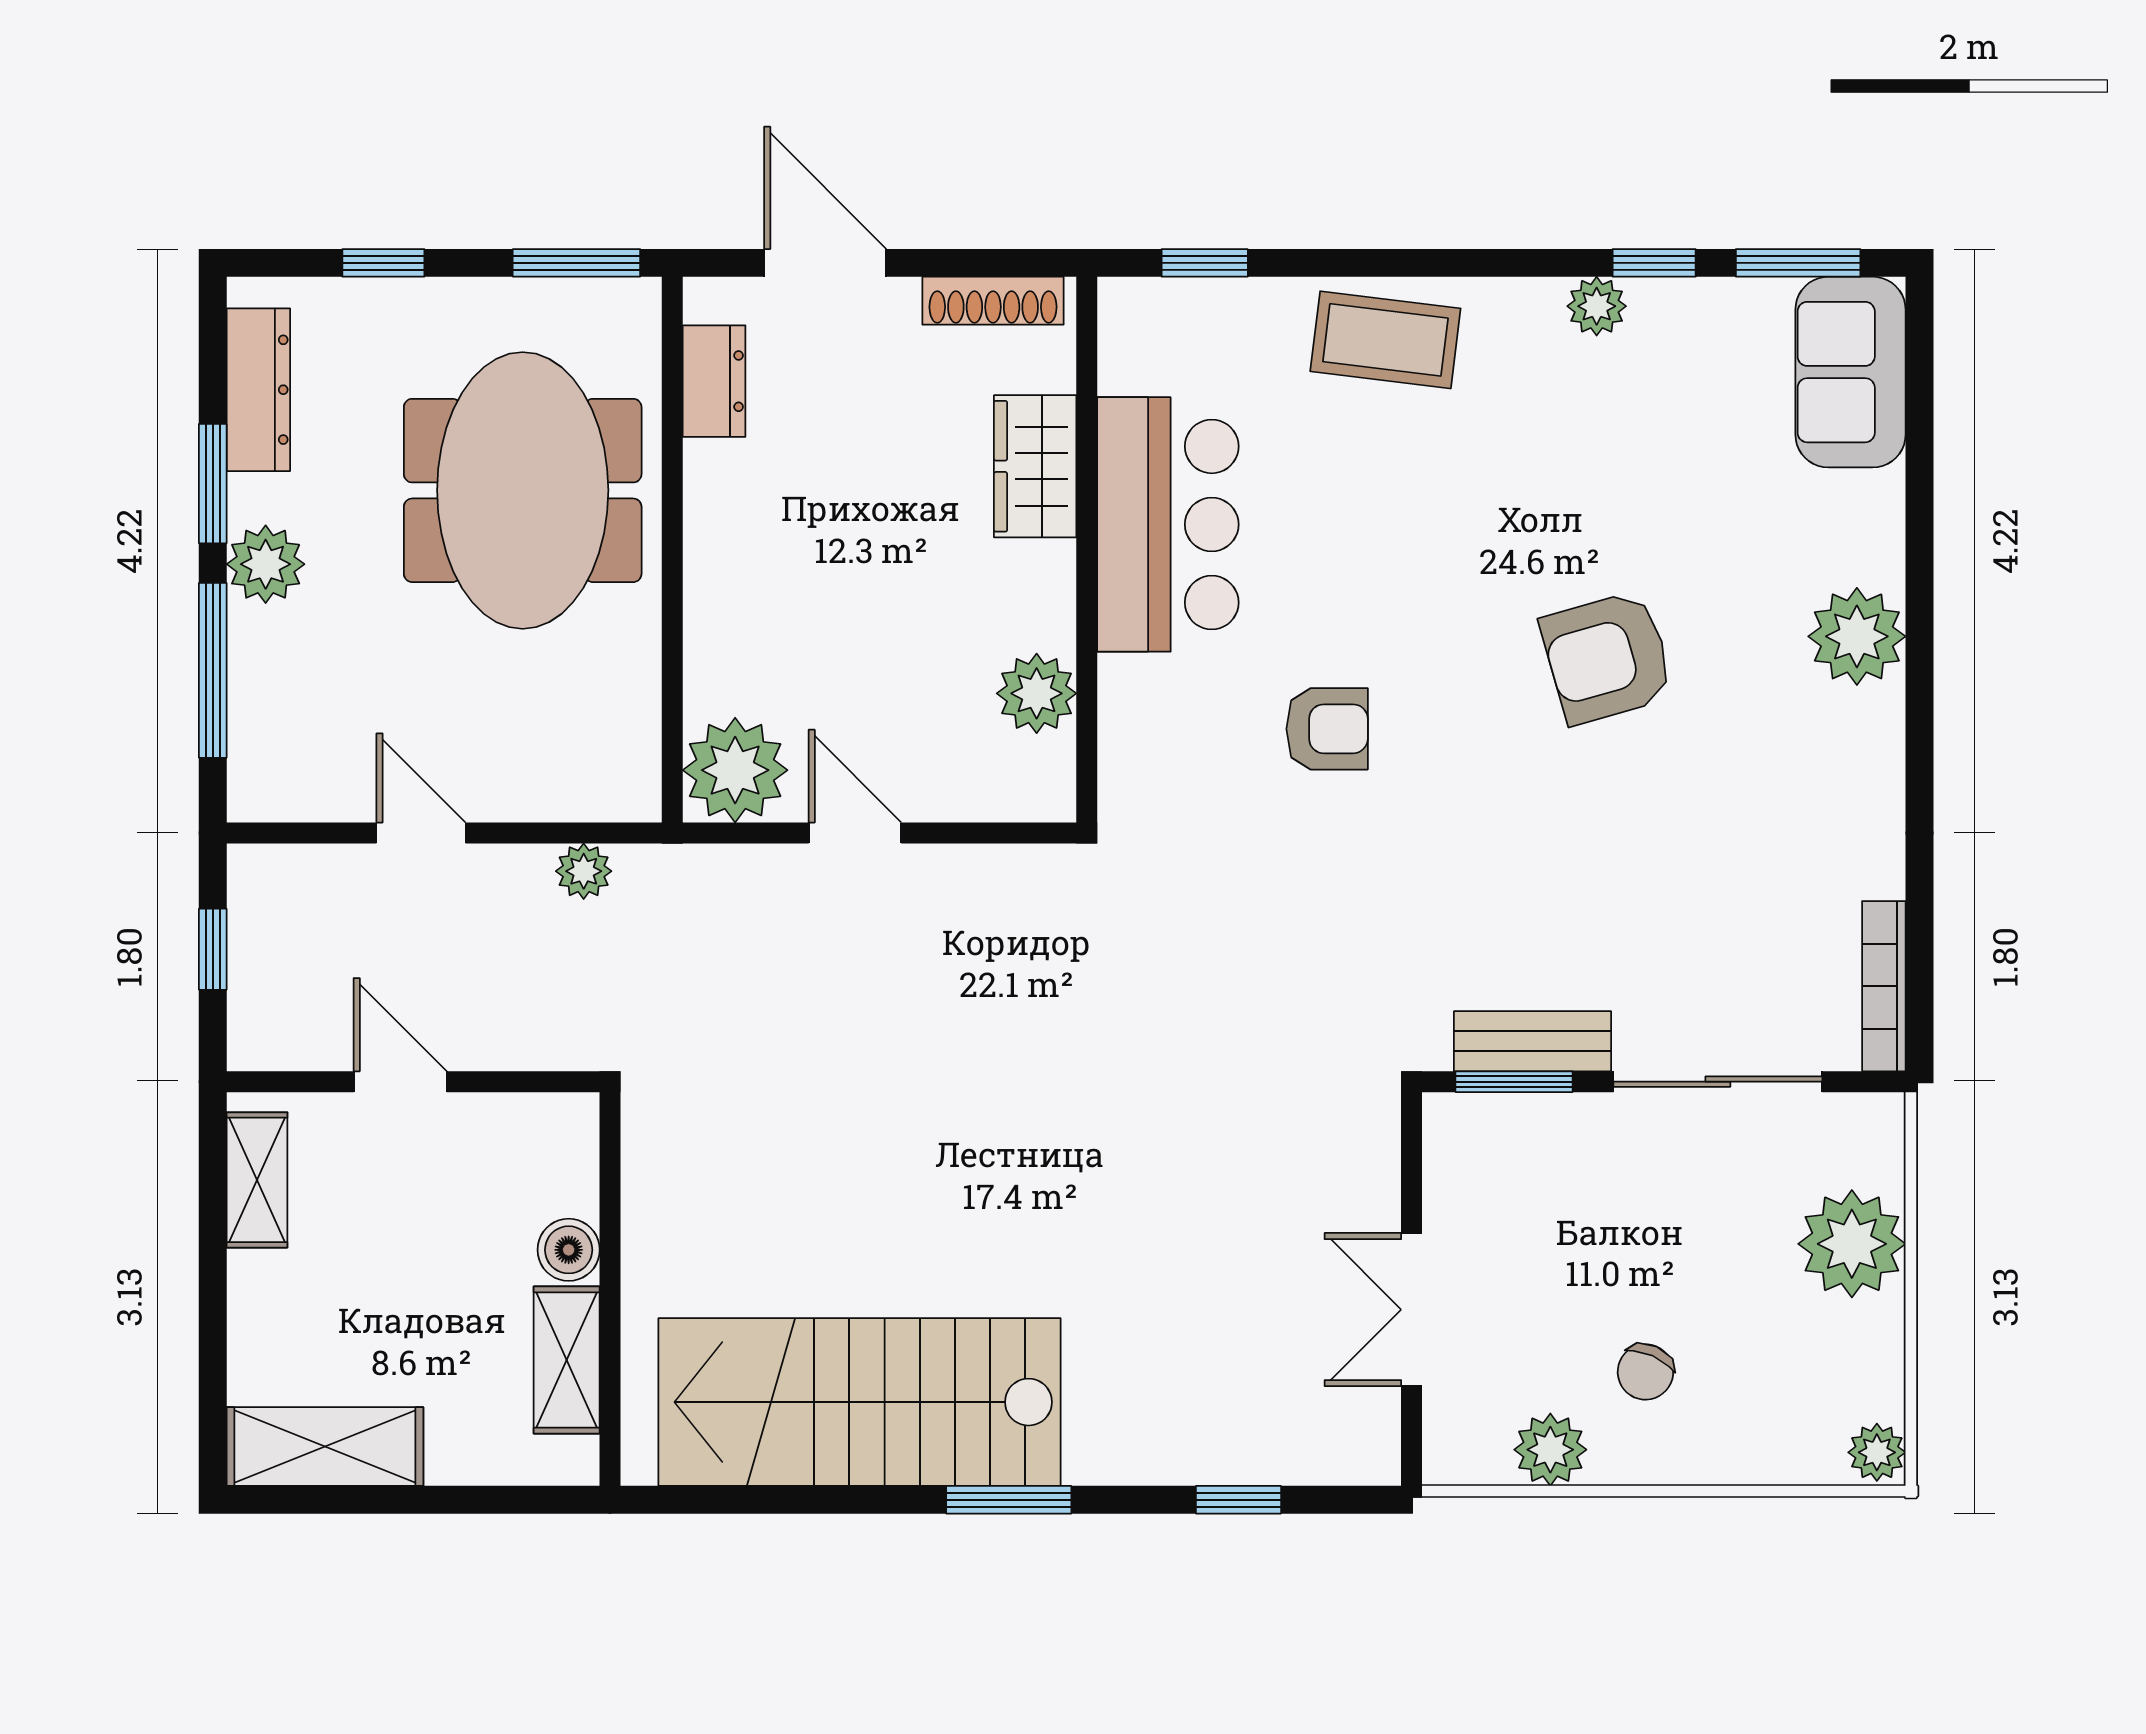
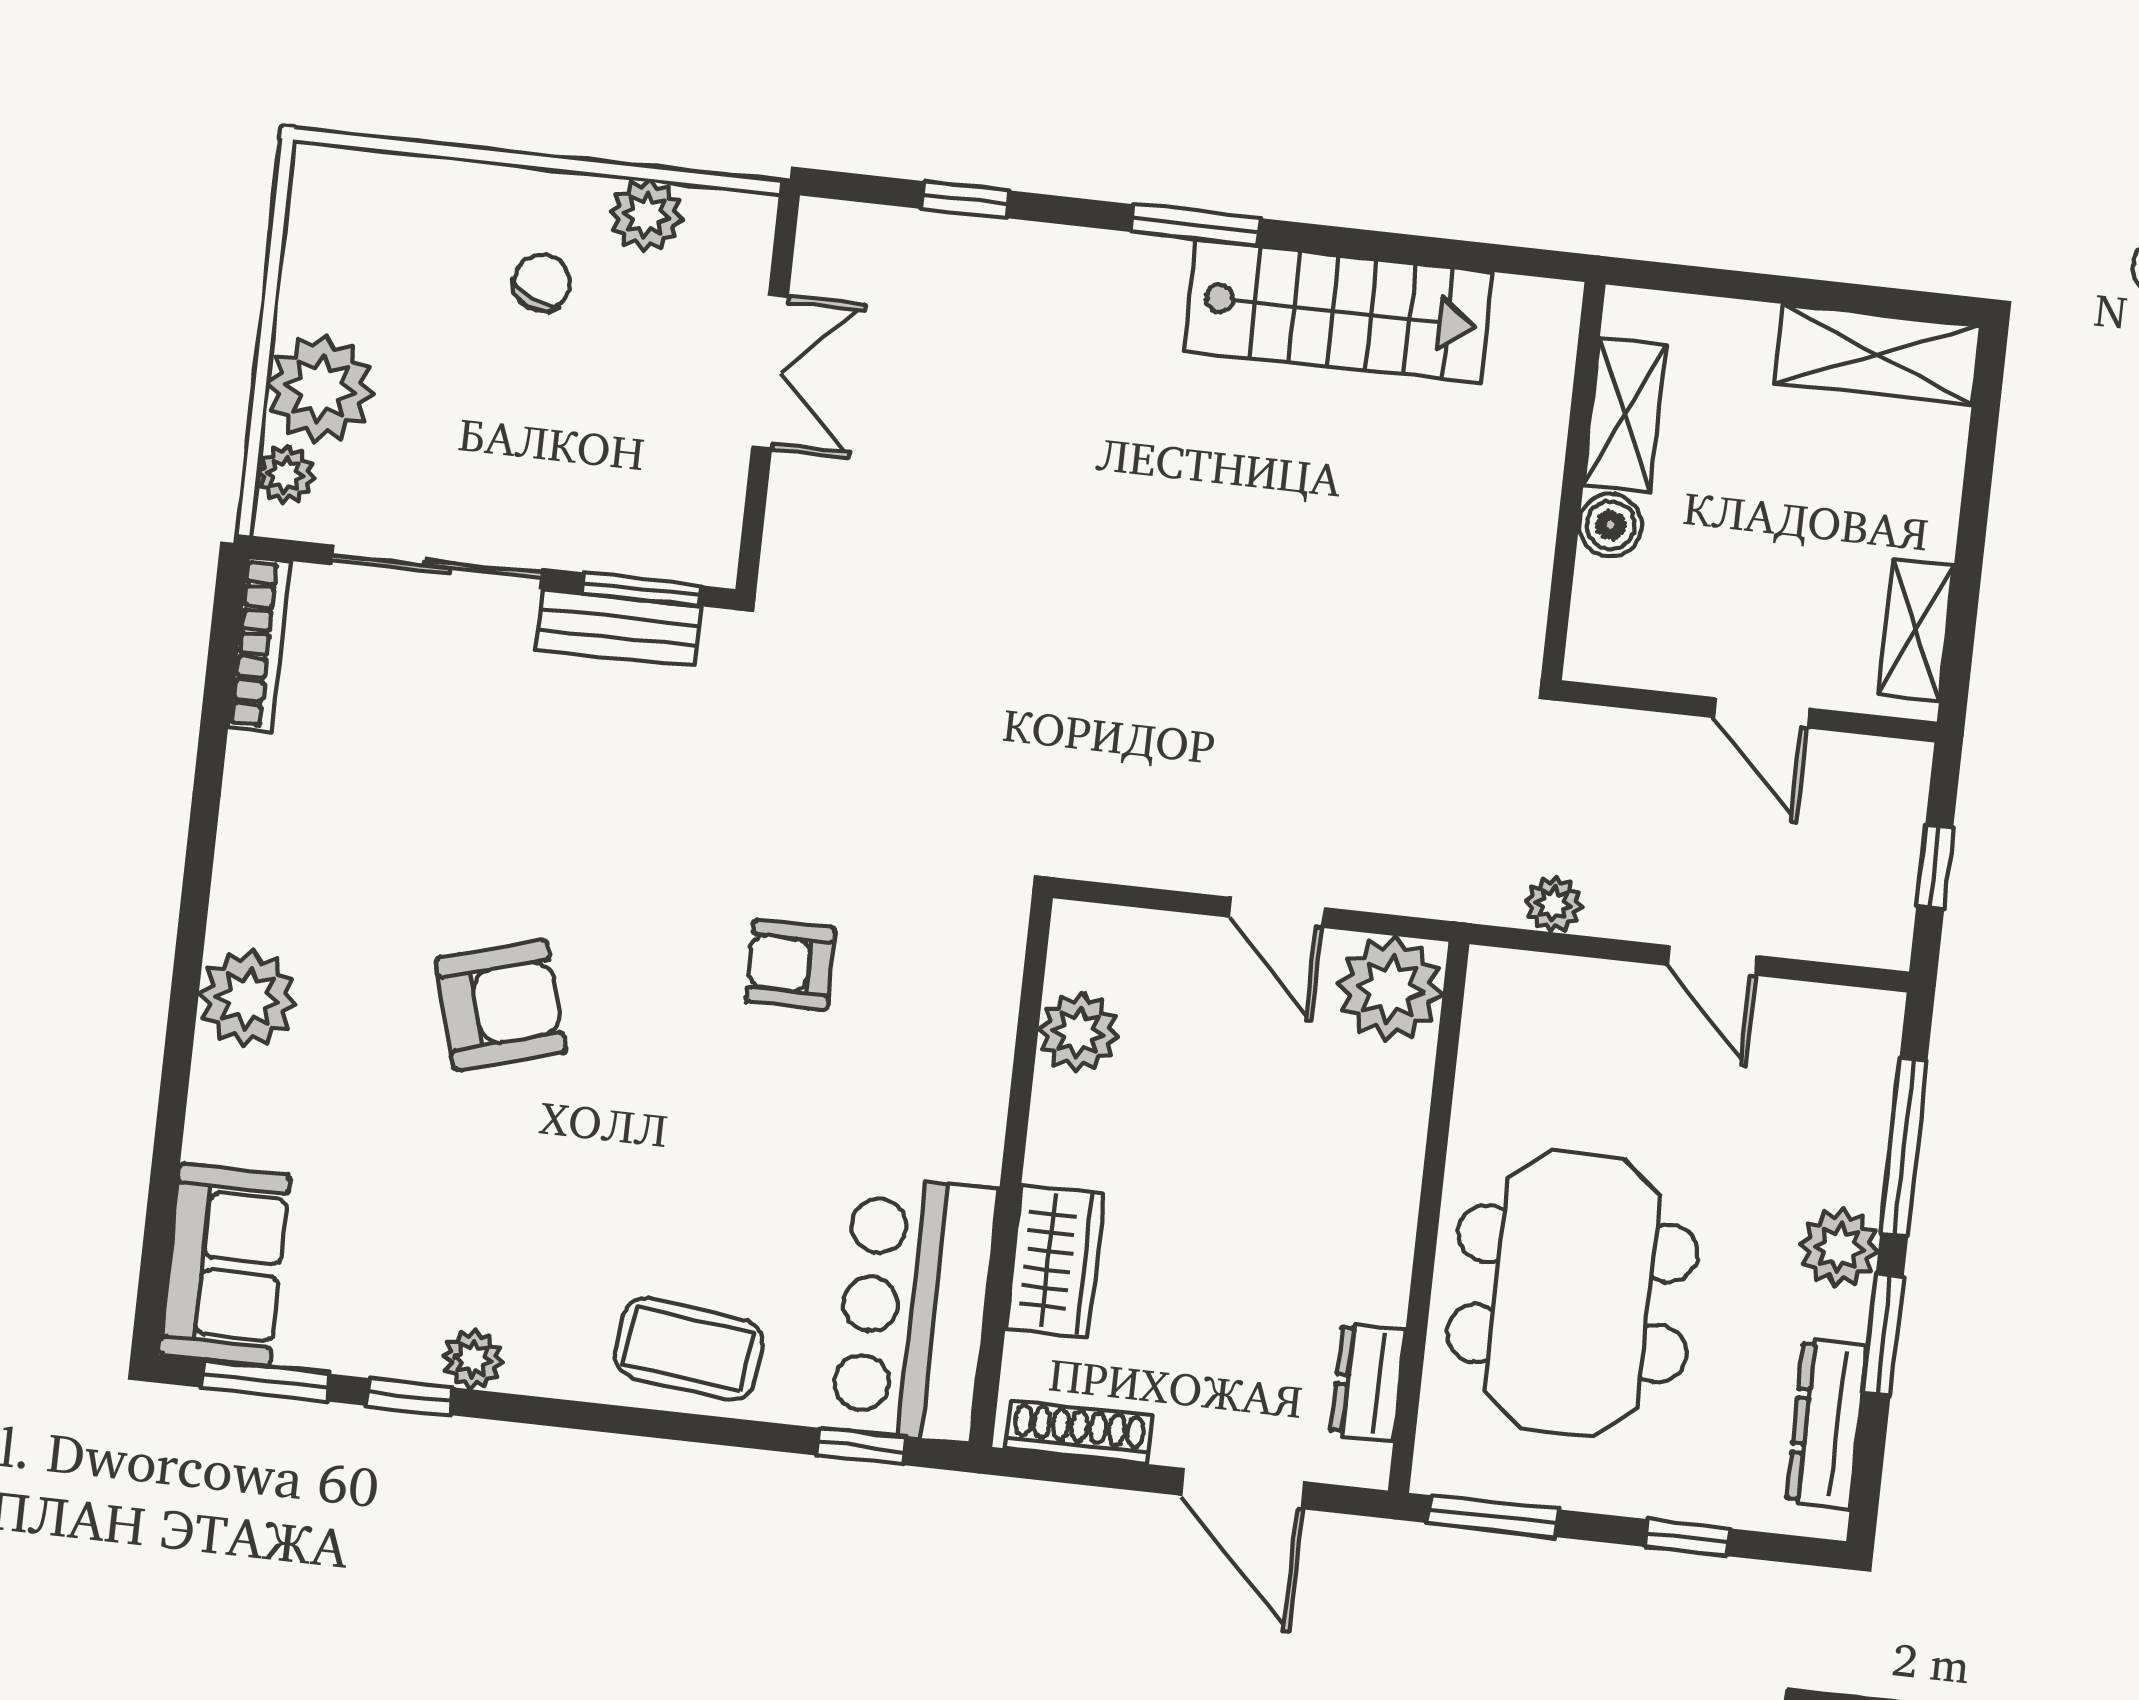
bar counter: (1168, 524) -> (914, 1309), moved
stairs: (859, 1402) -> (1338, 312), width x0.73, depth x0.66
plant: (1877, 1452) -> (285, 475), moved

